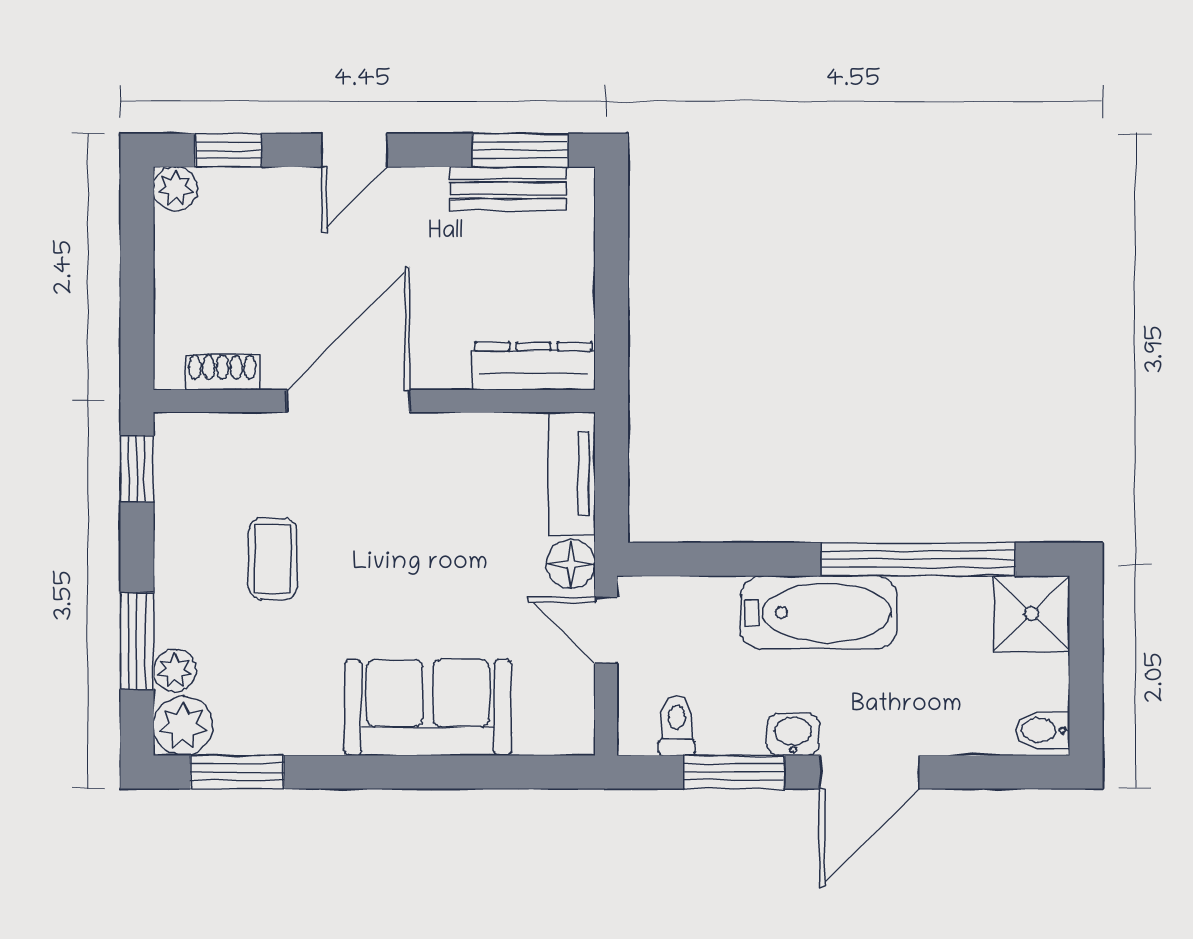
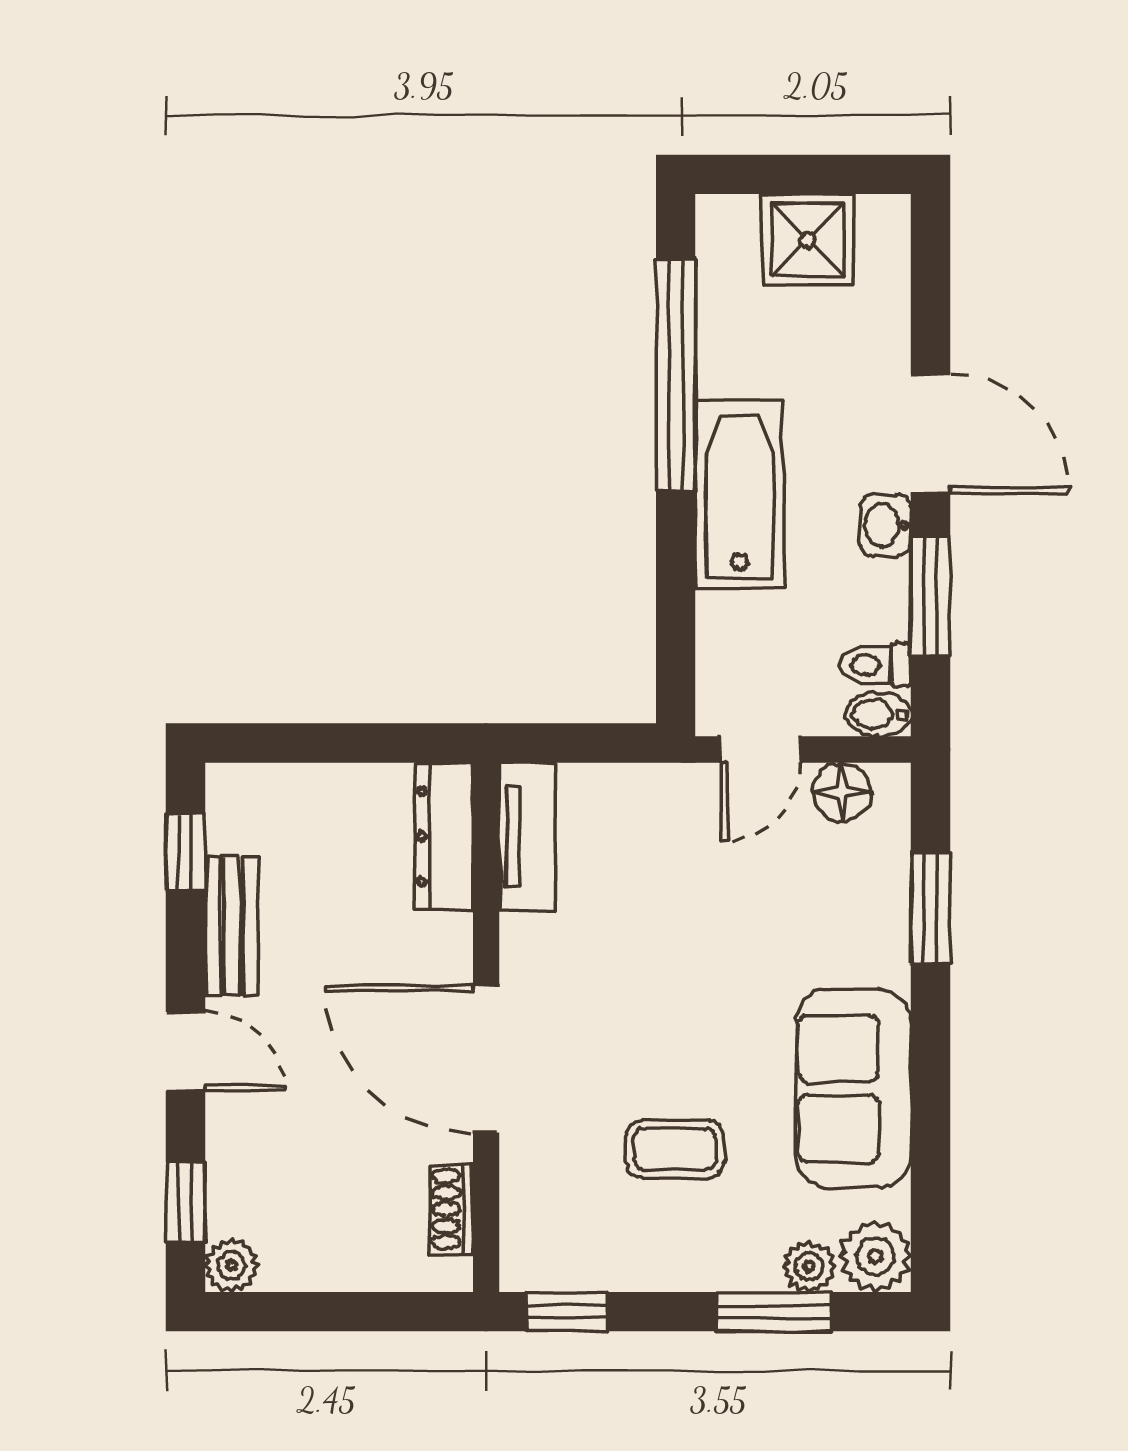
window: (520, 150) -> (185, 852), width x0.67
bench: (508, 189) -> (232, 926), moved
tv unit: (572, 474) -> (527, 836), moved, turned -90
floor lamp: (571, 564) -> (842, 792), moved
shower: (1032, 614) -> (808, 240), moved
sofa: (428, 707) -> (853, 1089), moved
bidet: (1042, 730) -> (878, 714), moved, turned 90
window: (237, 772) -> (931, 909), moved

